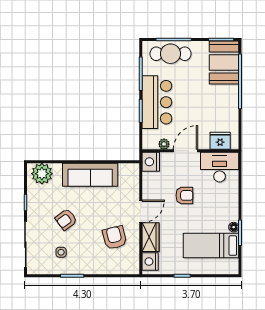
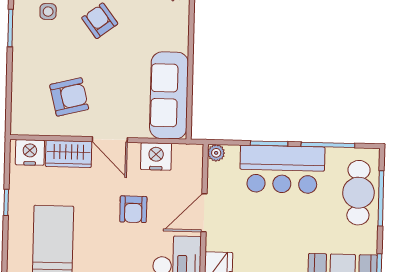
plant: (164, 144) -> (216, 153), moved
door: (186, 151) -> (204, 213), swing flipped
nightstand: (151, 162) -> (156, 156), moved
sofa: (90, 175) -> (169, 95), moved

